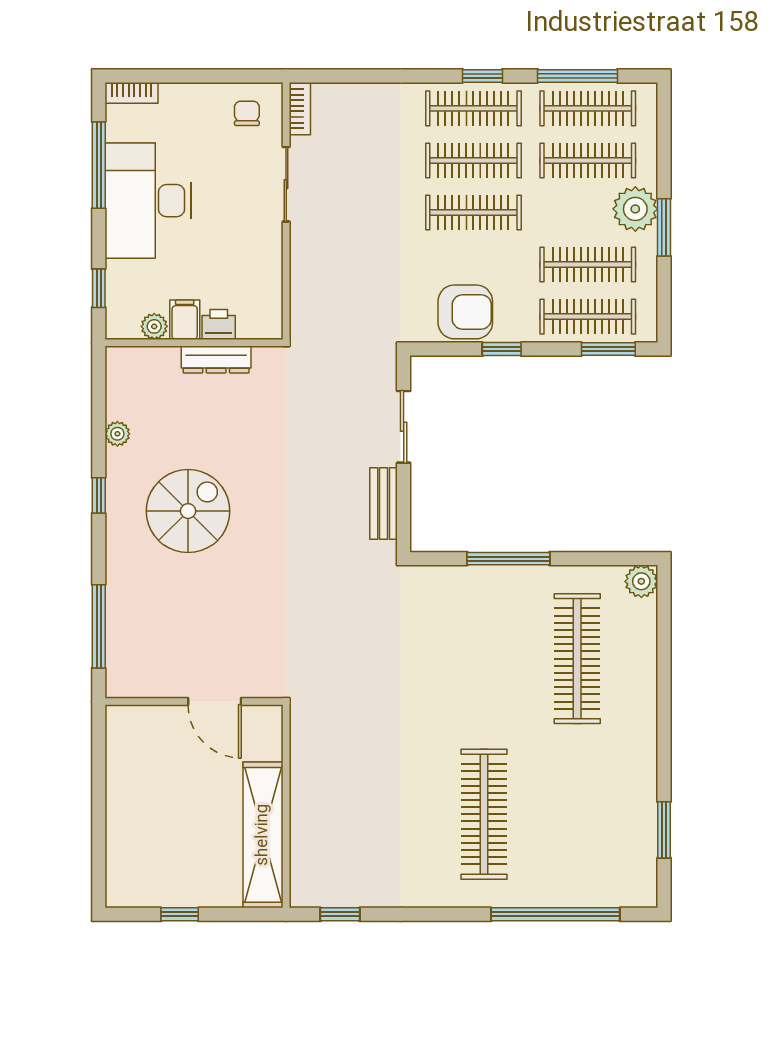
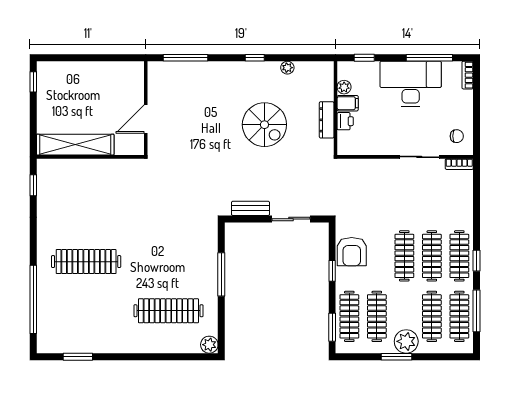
spiral stairs: (188, 511) -> (264, 125), moved
window: (180, 914) -> (33, 82), moved

